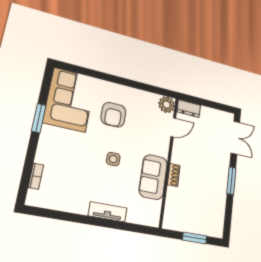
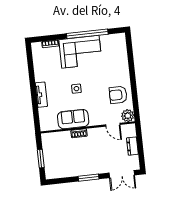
corner sofa: (70, 100) -> (80, 52), moved
dresser: (189, 108) -> (132, 146), moved
armchair: (113, 115) -> (118, 95), moved
window: (39, 118) -> (87, 34), width x2.11

